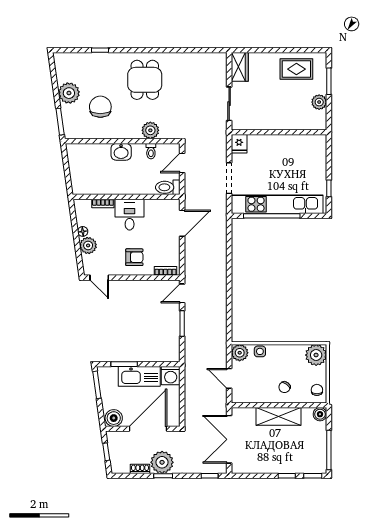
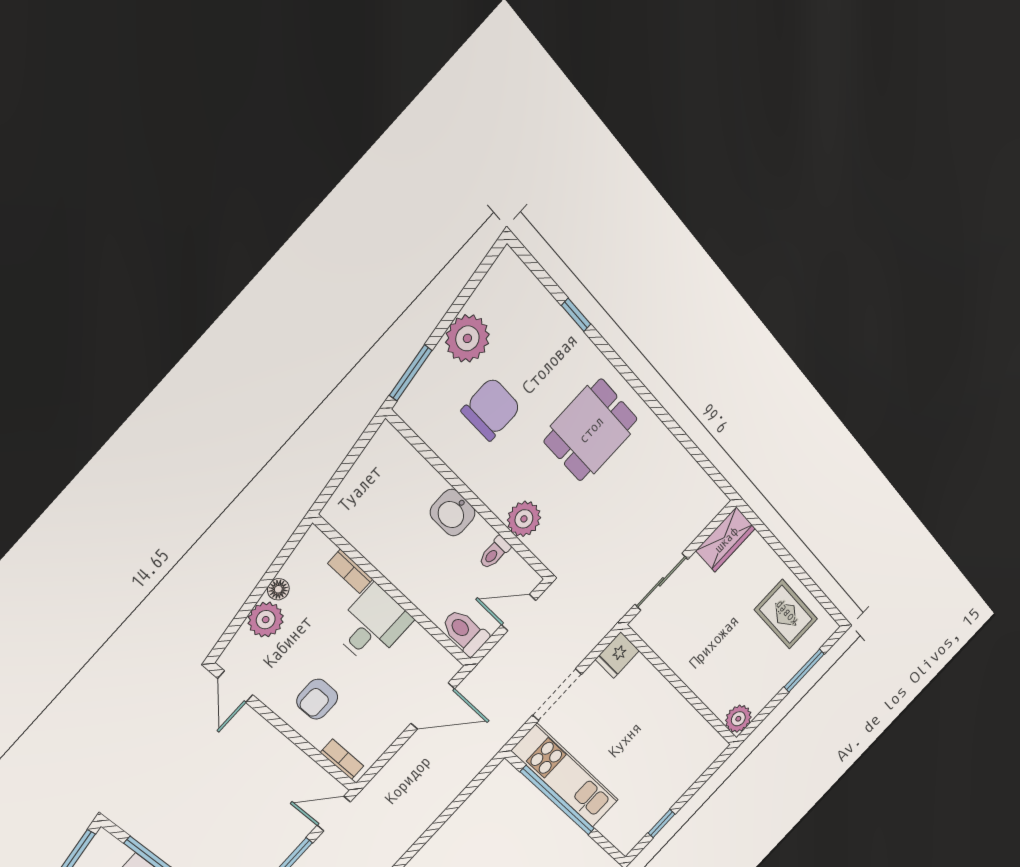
plant: (319, 102) -> (738, 719), moved
kitchen unit: (277, 204) -> (565, 776), width x0.73
armchair: (134, 257) -> (317, 699), turned 90

